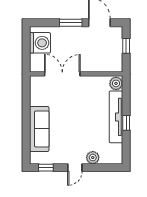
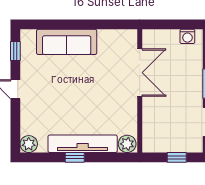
washing machine: (40, 43) -> (187, 36), width x0.53, depth x0.53
plant: (93, 158) -> (29, 144), moved

